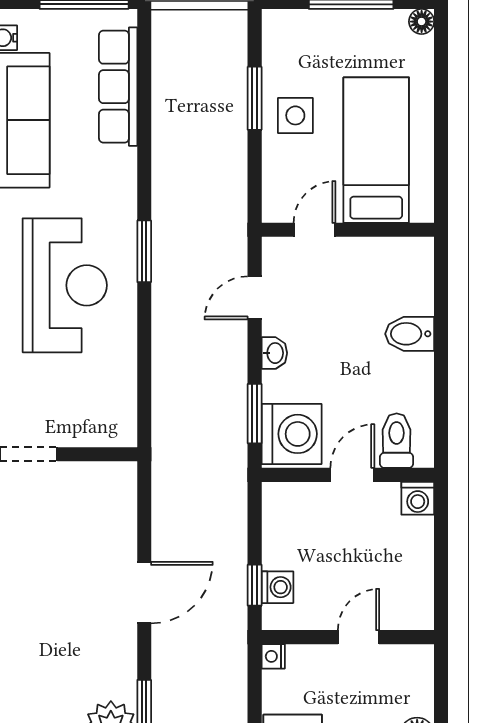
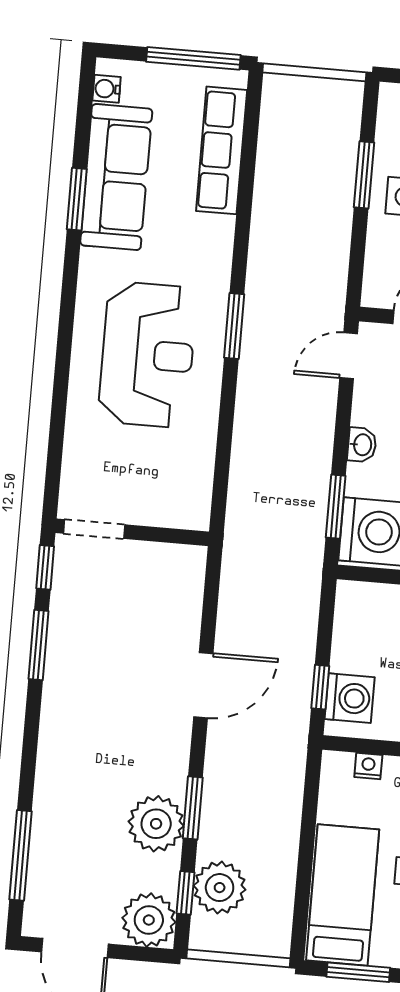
door: (255, 298) -> (349, 356), moved
washing machine: (277, 587) -> (350, 698), width x1.38, depth x1.38
nightstand: (273, 656) -> (368, 766), moved, turned 90

